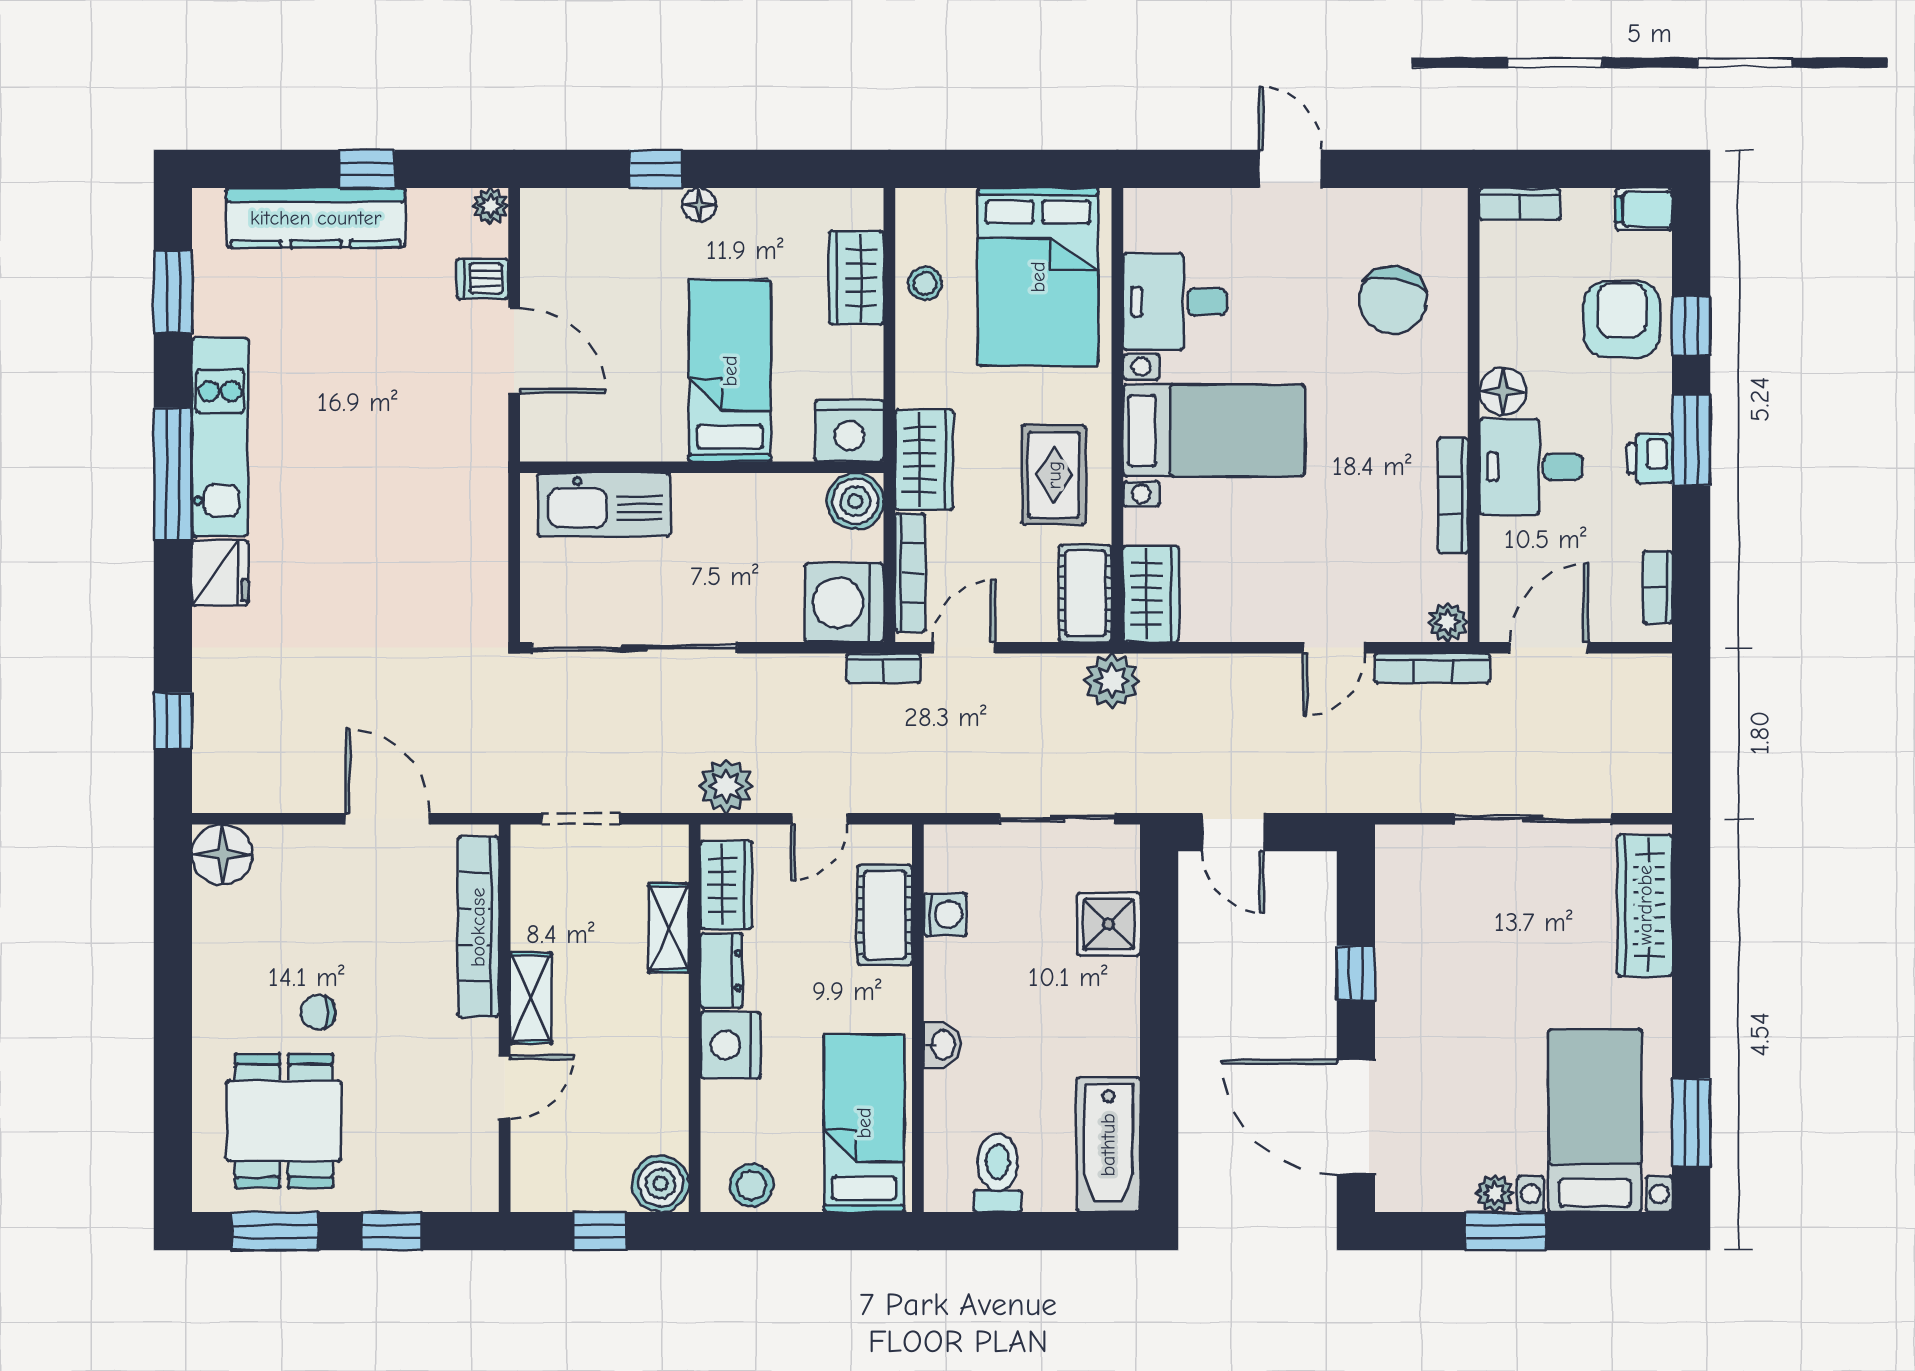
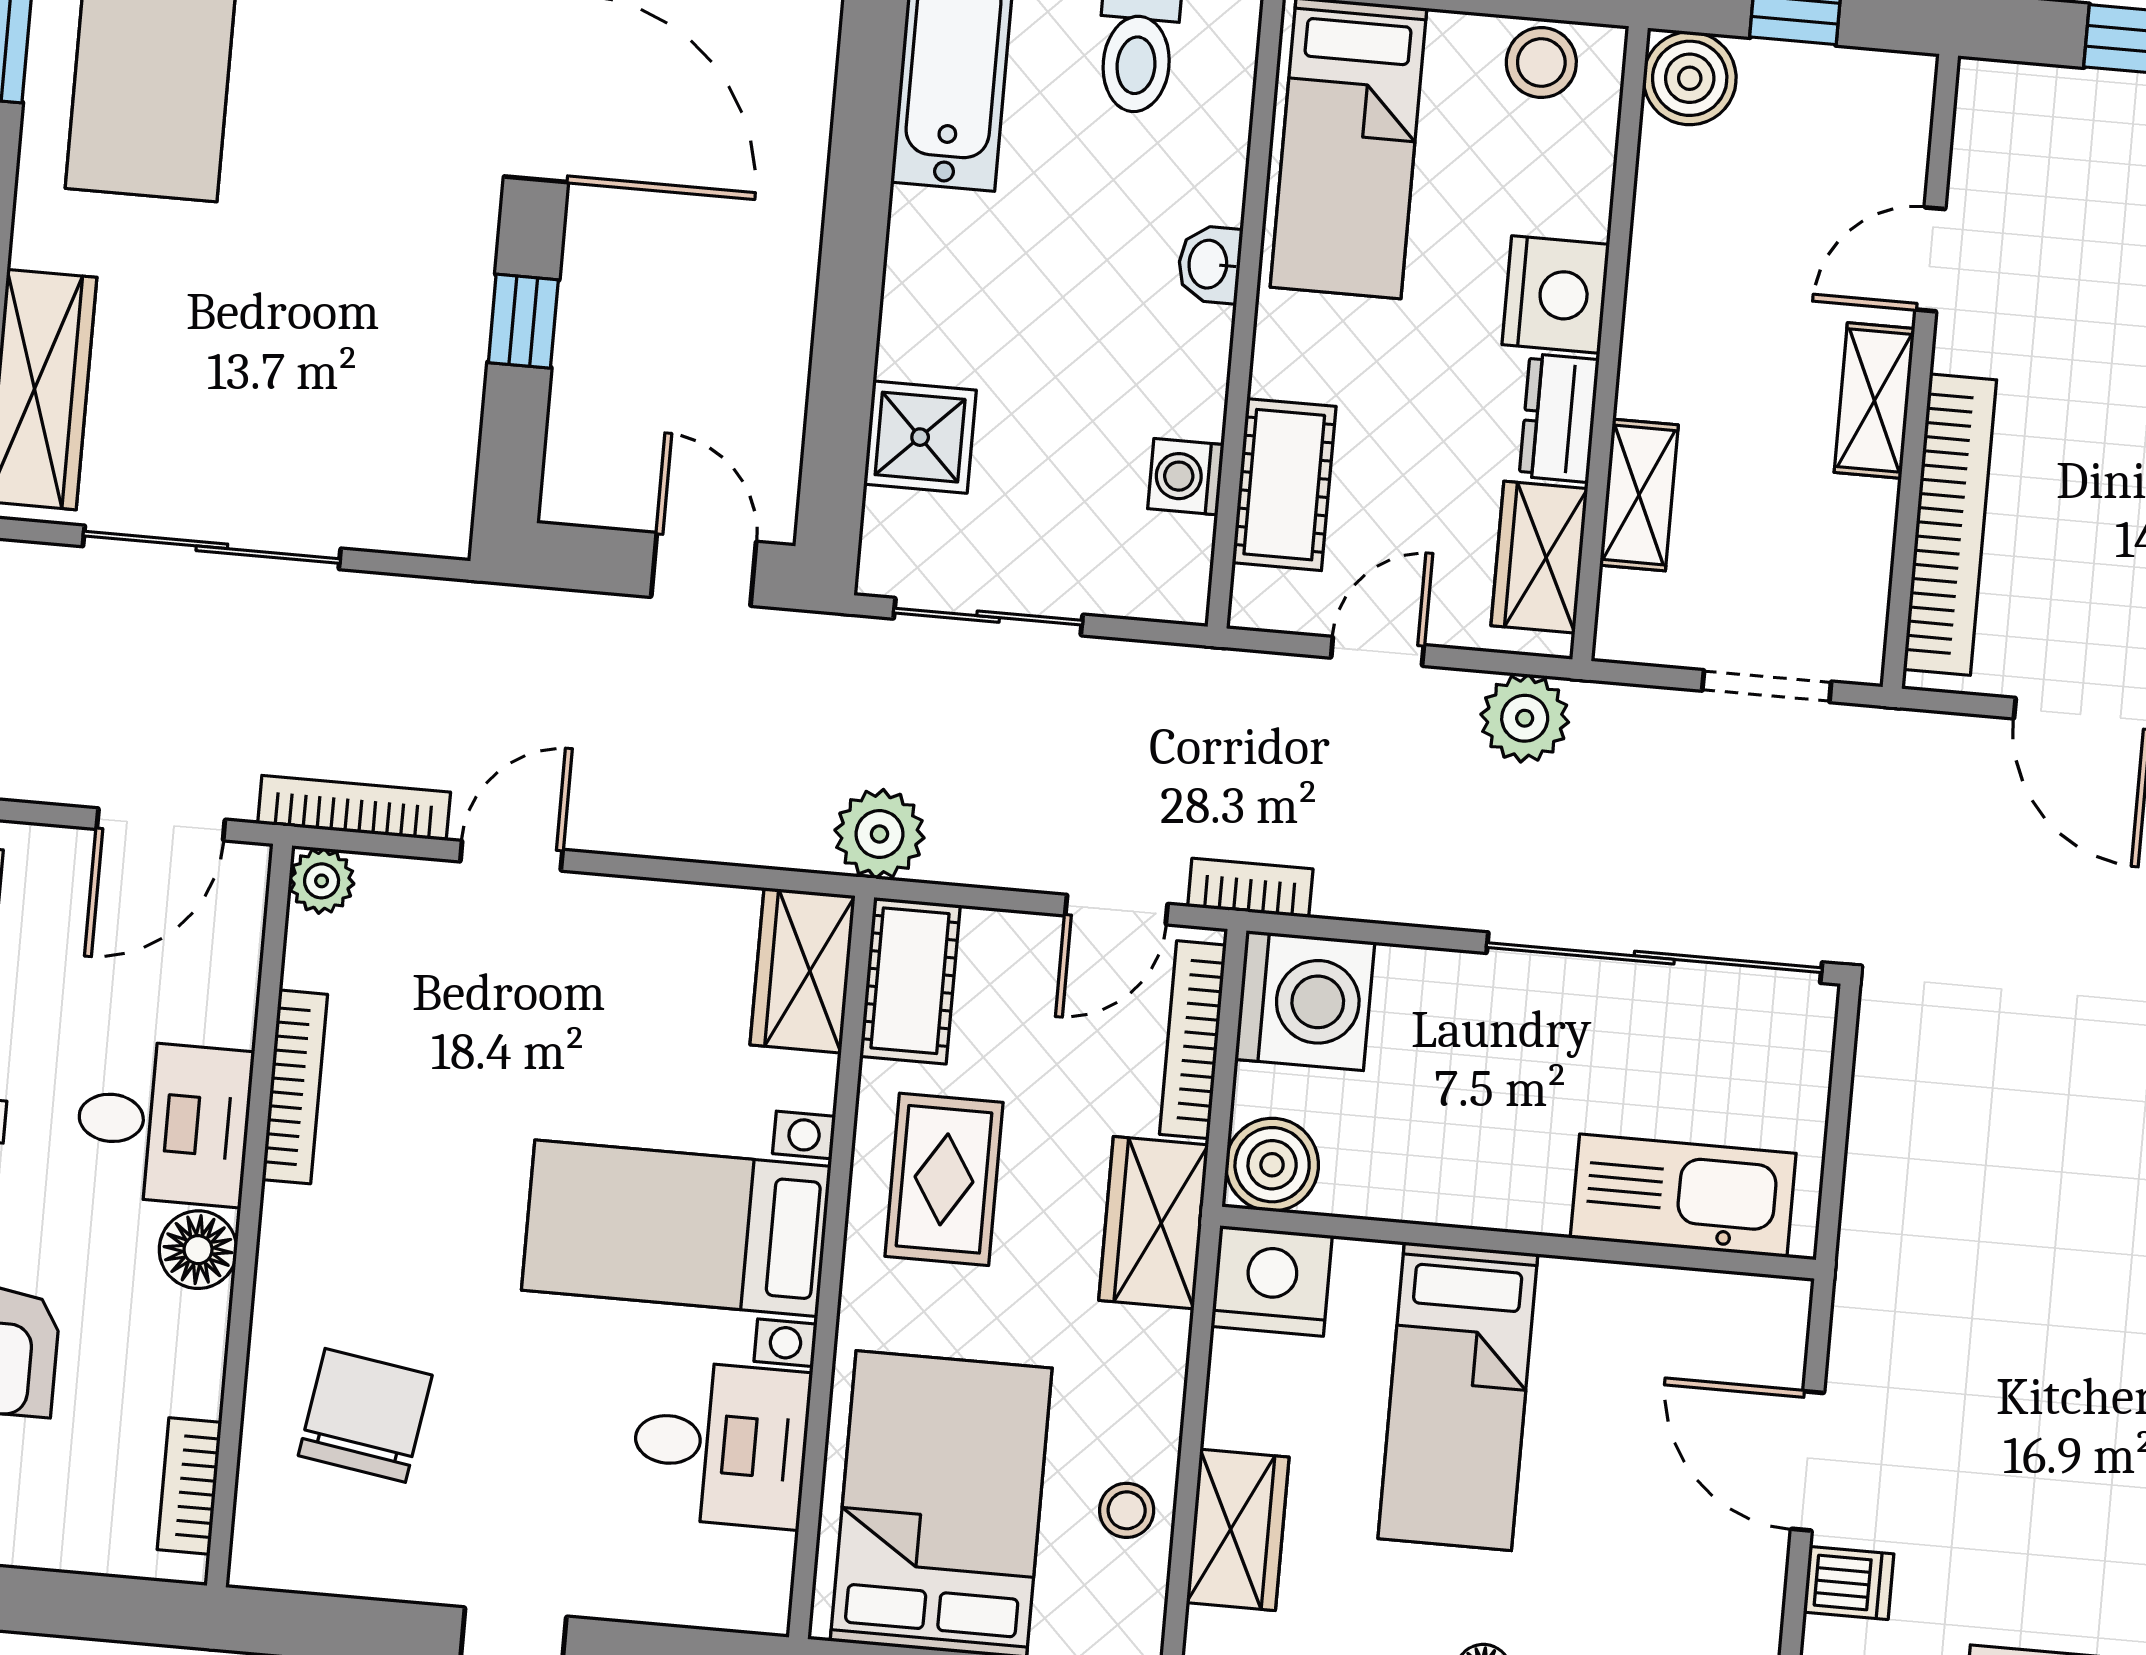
bookcase: (1520, 204) -> (189, 1486), moved, turned -90

